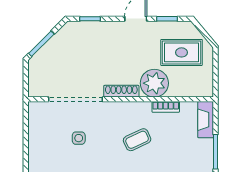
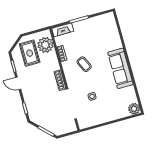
plant: (154, 83) -> (45, 45), moved

